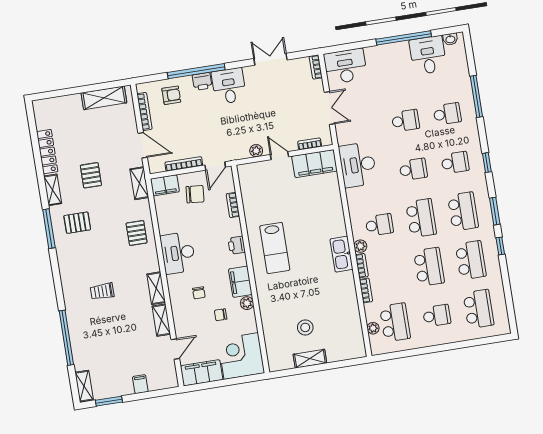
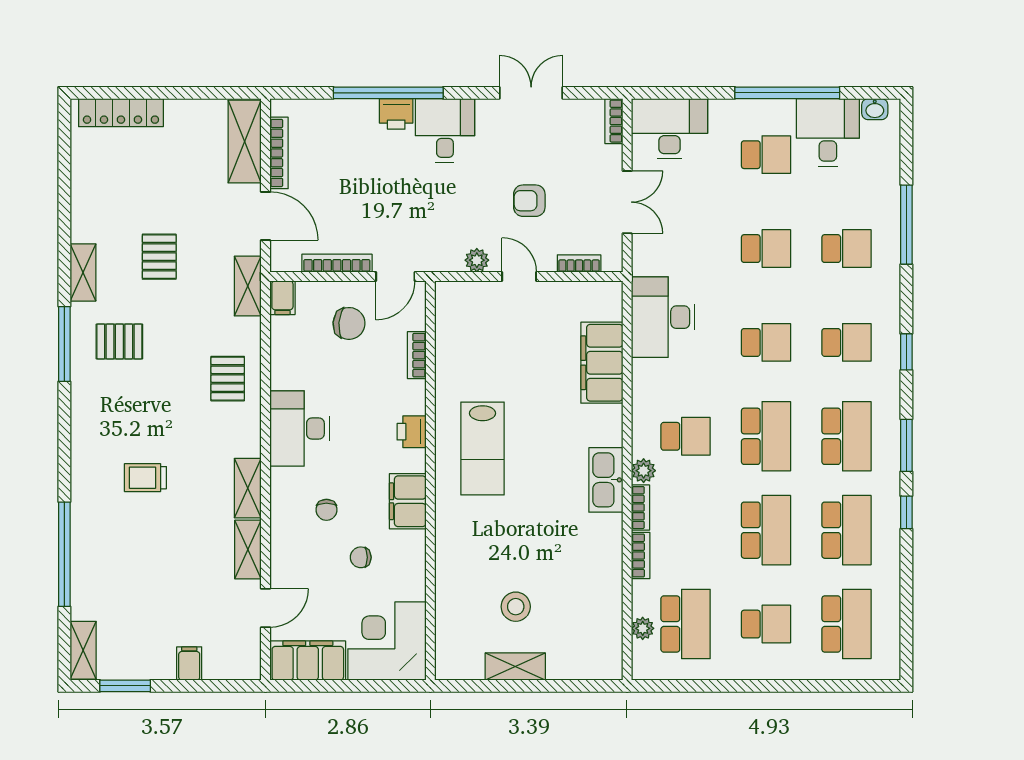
school desk: (398, 72) -> (766, 155), added
armchair: (171, 95) -> (529, 201), moved, turned 180
shelving: (104, 98) -> (245, 142), moved, turned 90
locker: (47, 152) -> (121, 113), moved, turned 90
filing cabinet: (314, 164) -> (602, 363), moved, turned 90
filing cabinet: (165, 185) -> (282, 298), width x0.50
plant: (247, 303) -> (414, 544), removed

